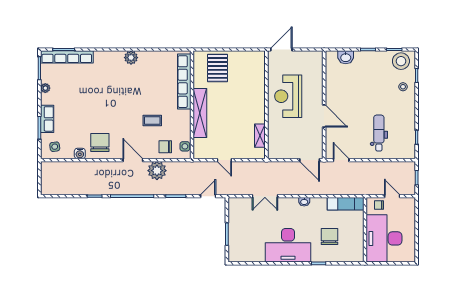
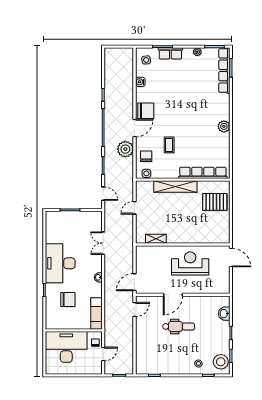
dental chair: (379, 133) -> (179, 326), moved
chair: (100, 142) -> (146, 111), moved

